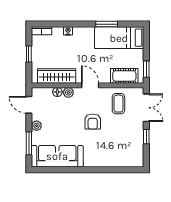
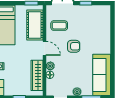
cot: (124, 76) -> (35, 25), width x1.37, depth x1.34
door: (90, 85) -> (44, 48), swing flipped

